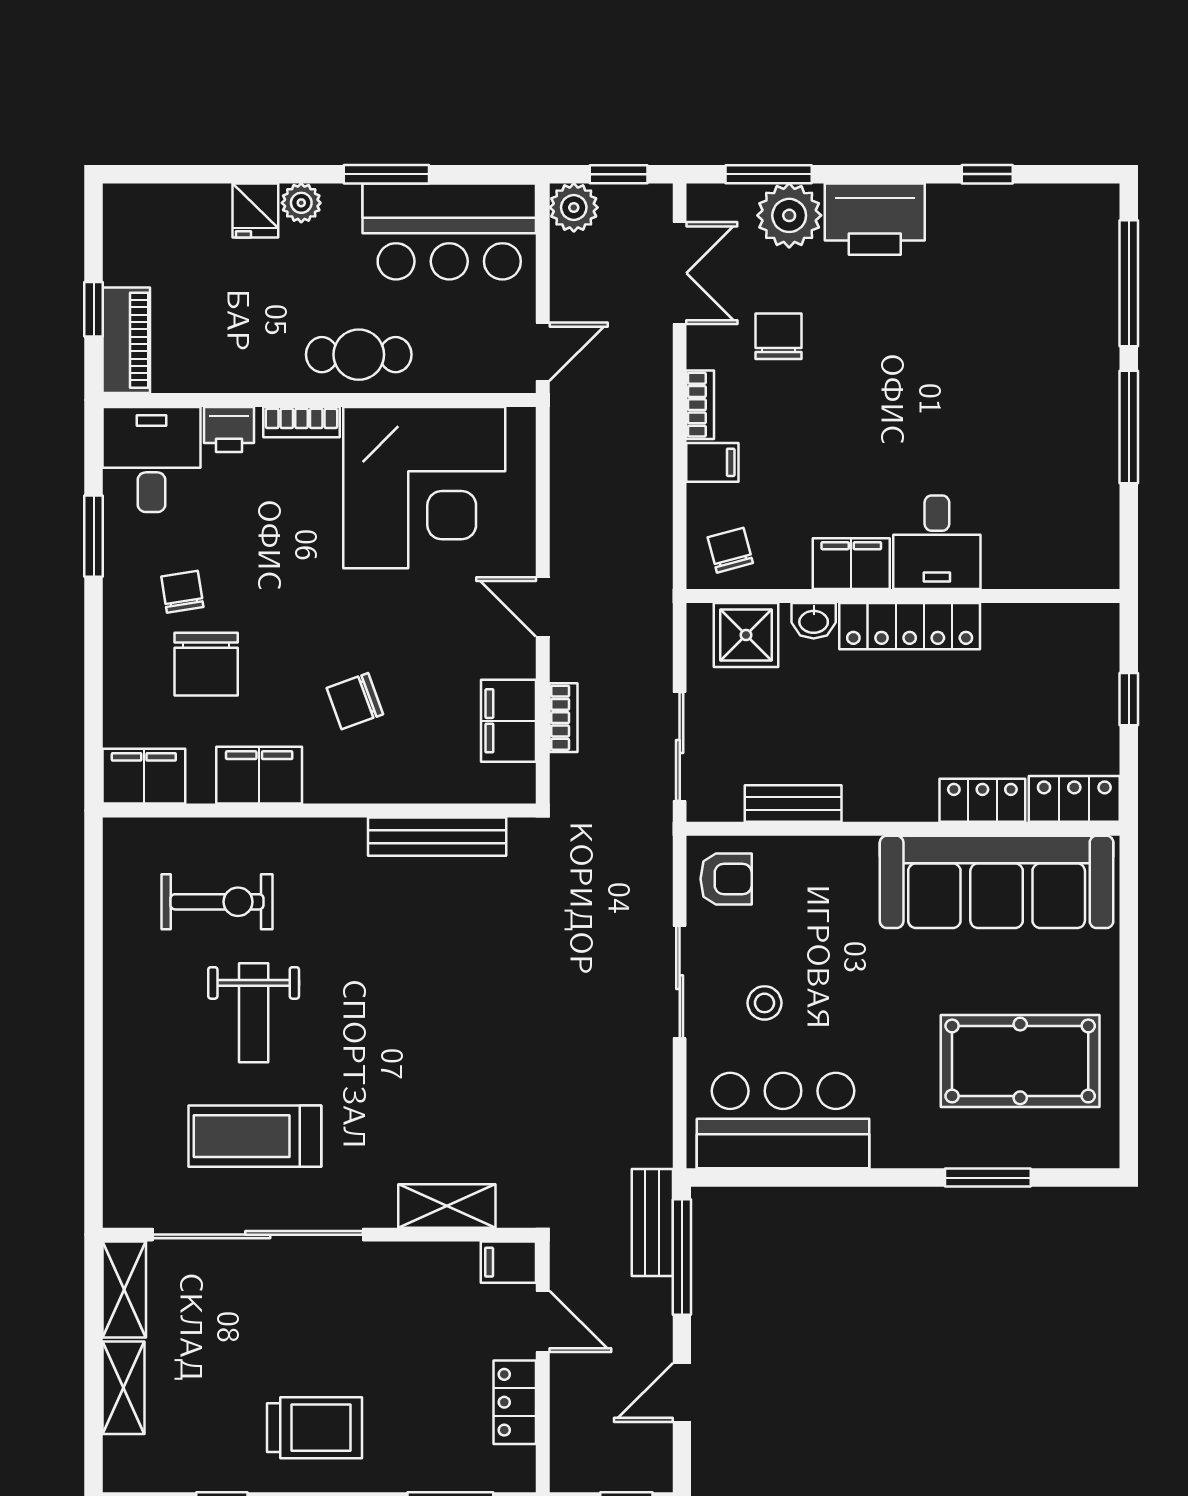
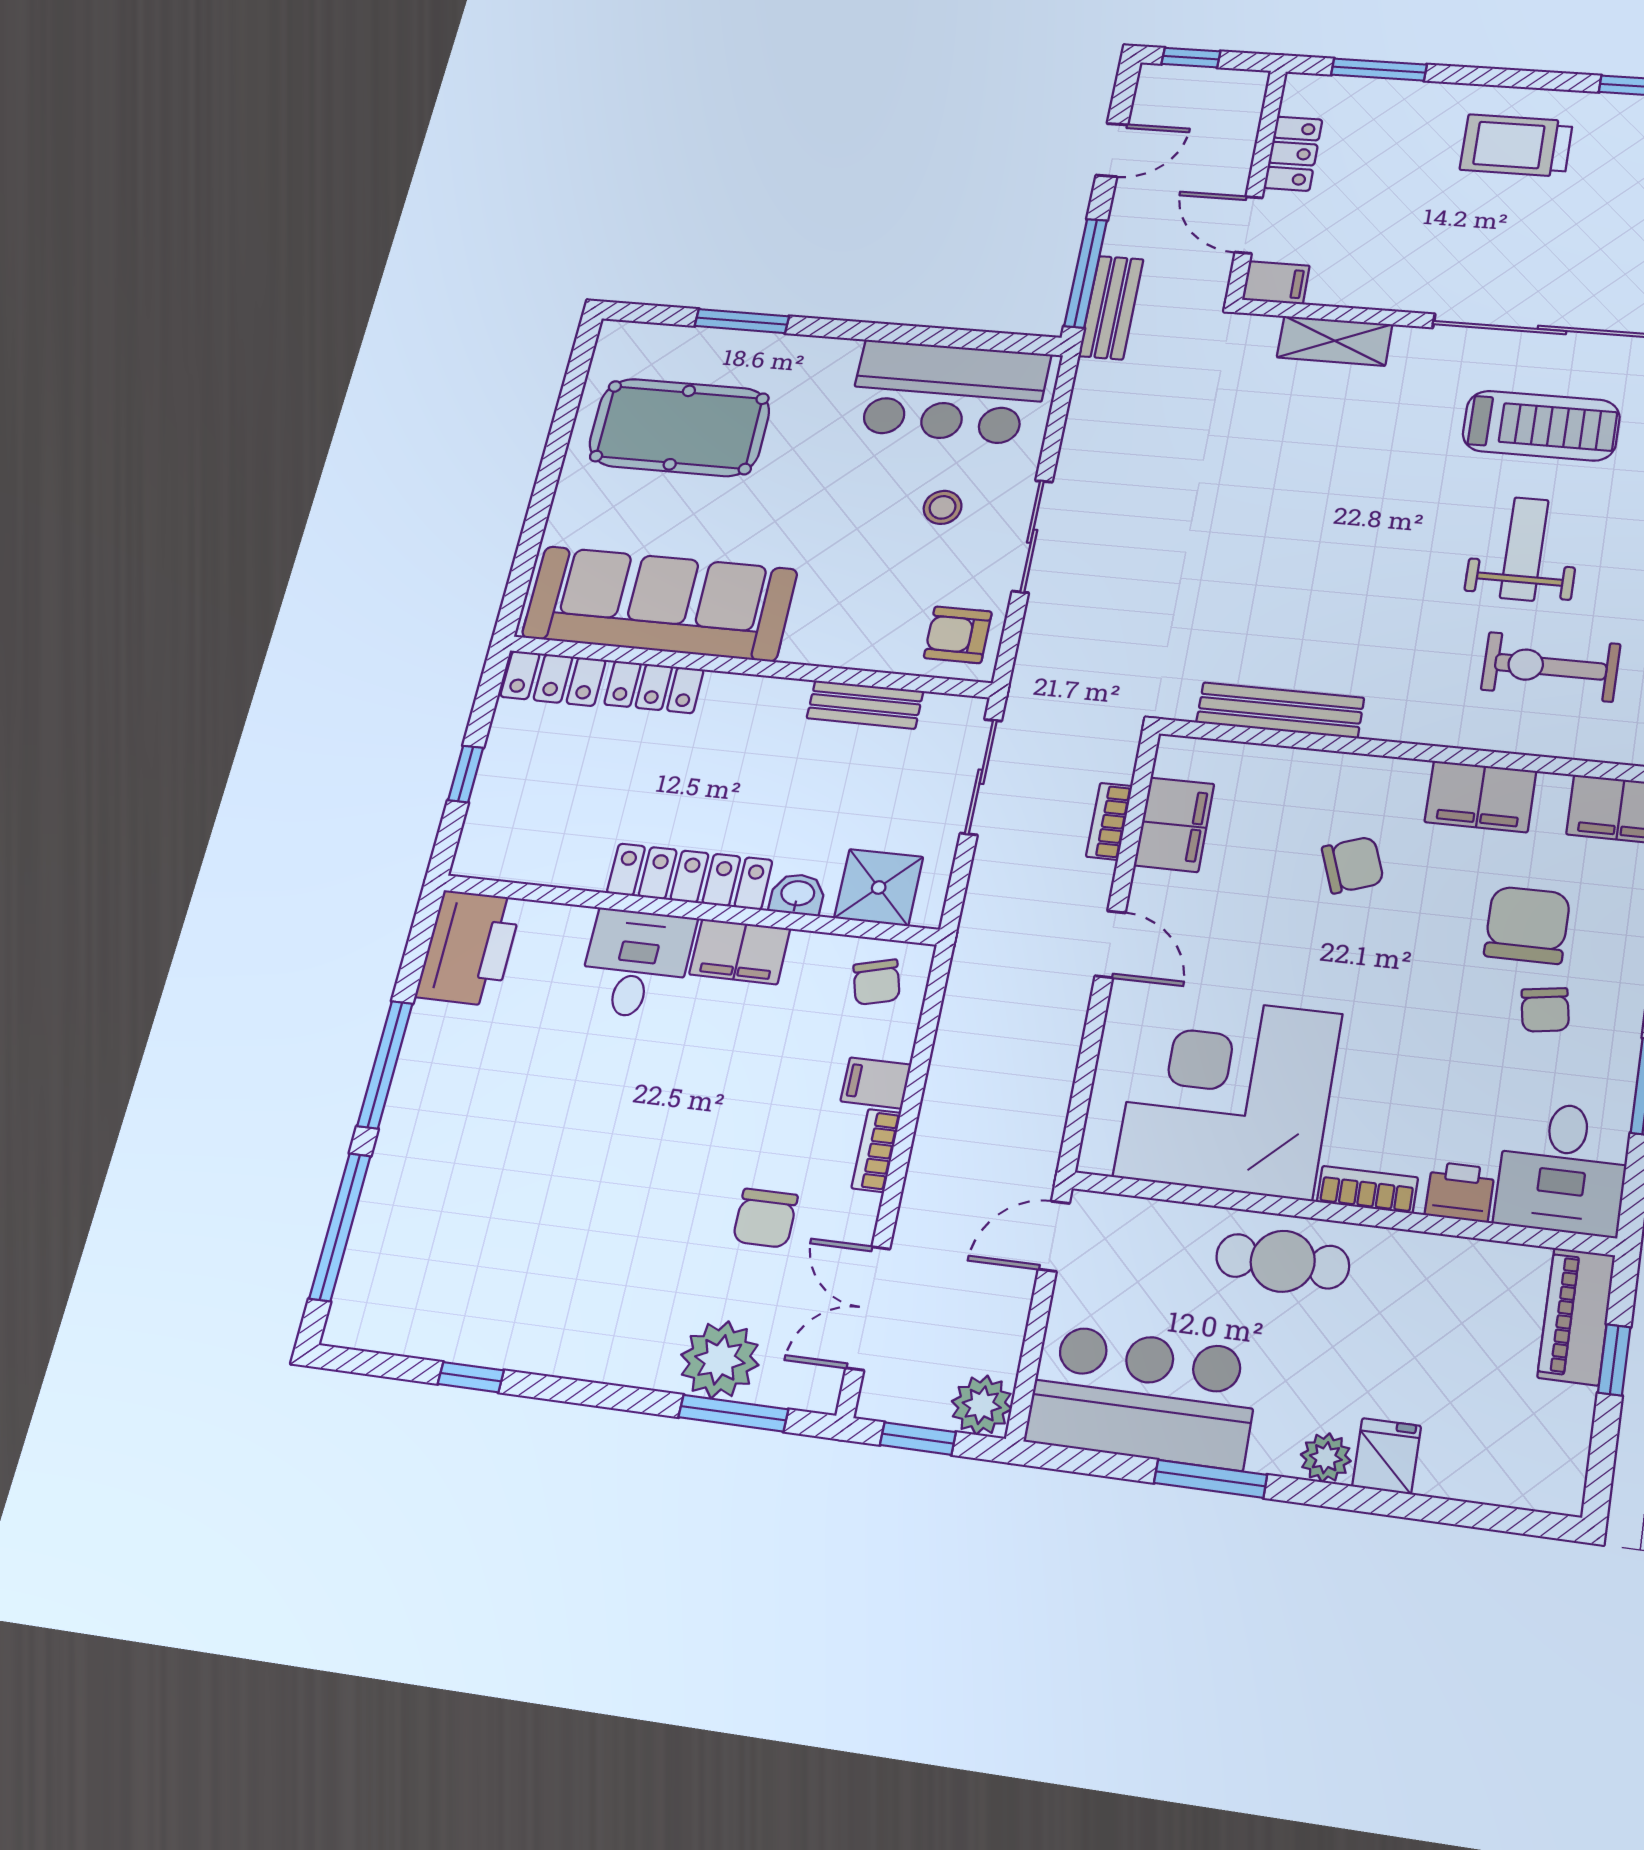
printer: (875, 219) -> (469, 948), moved, turned 90

